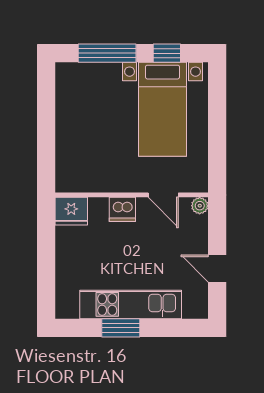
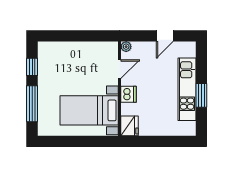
bed with nightstands: (163, 109) -> (89, 110), moved, turned 180

